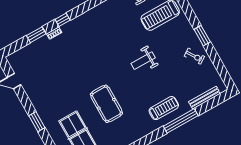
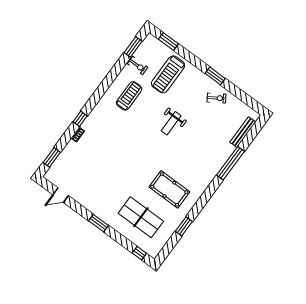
window: (36, 35) -> (52, 157), moved
pool table: (106, 104) -> (169, 189), moved
treadmill: (164, 108) -> (129, 96), moved

